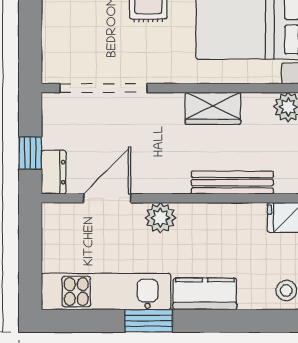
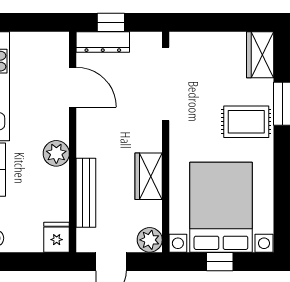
dresser: (54, 172) -> (103, 42), width x1.44
plant: (160, 218) -> (56, 153), moved

